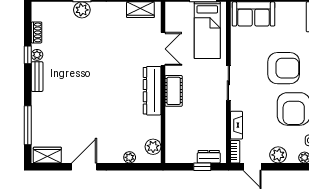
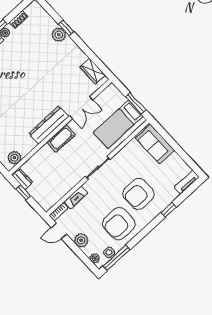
armchair: (284, 68) -> (138, 194), turned 90
dresser: (209, 157) -> (23, 179), moved
window: (202, 167) -> (23, 192), moved
door: (252, 167) -> (59, 231), hinge flipped

